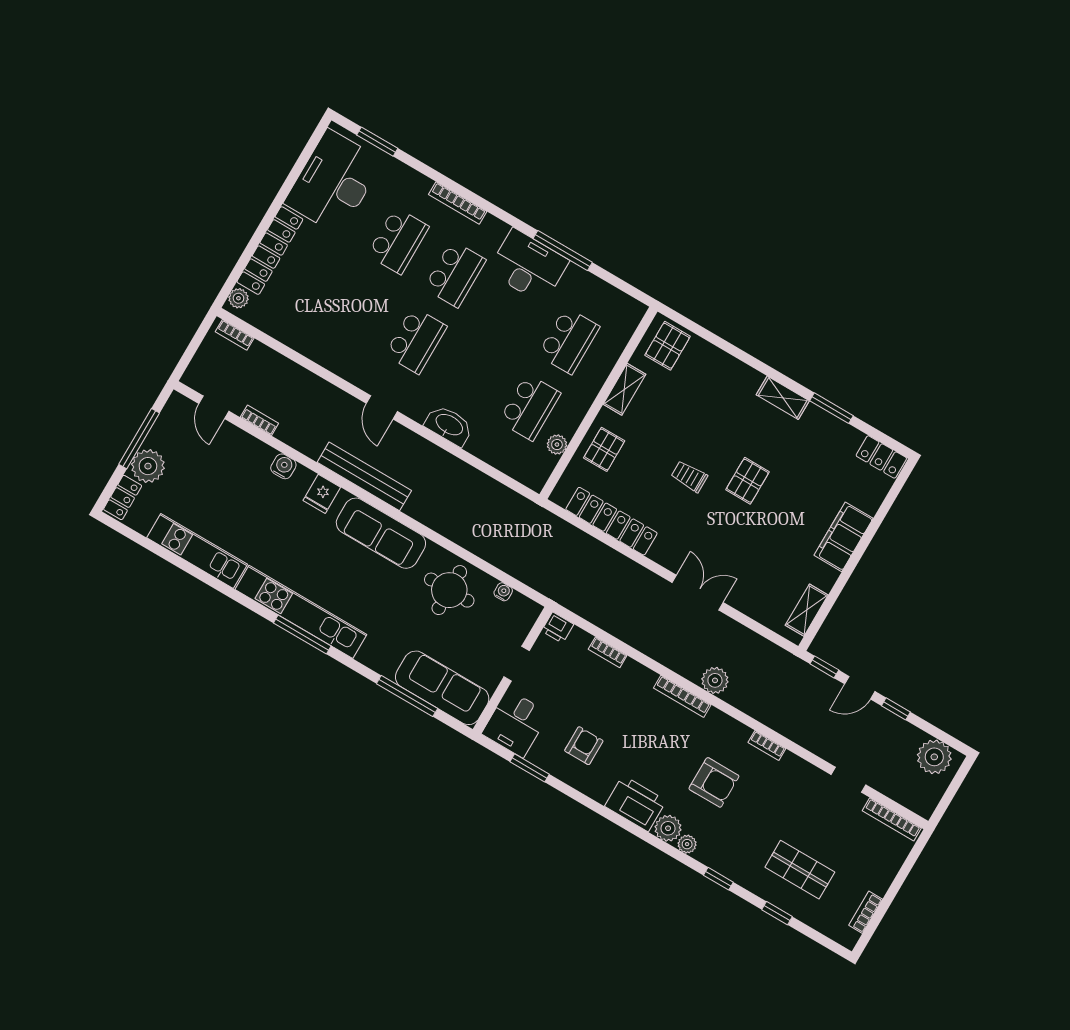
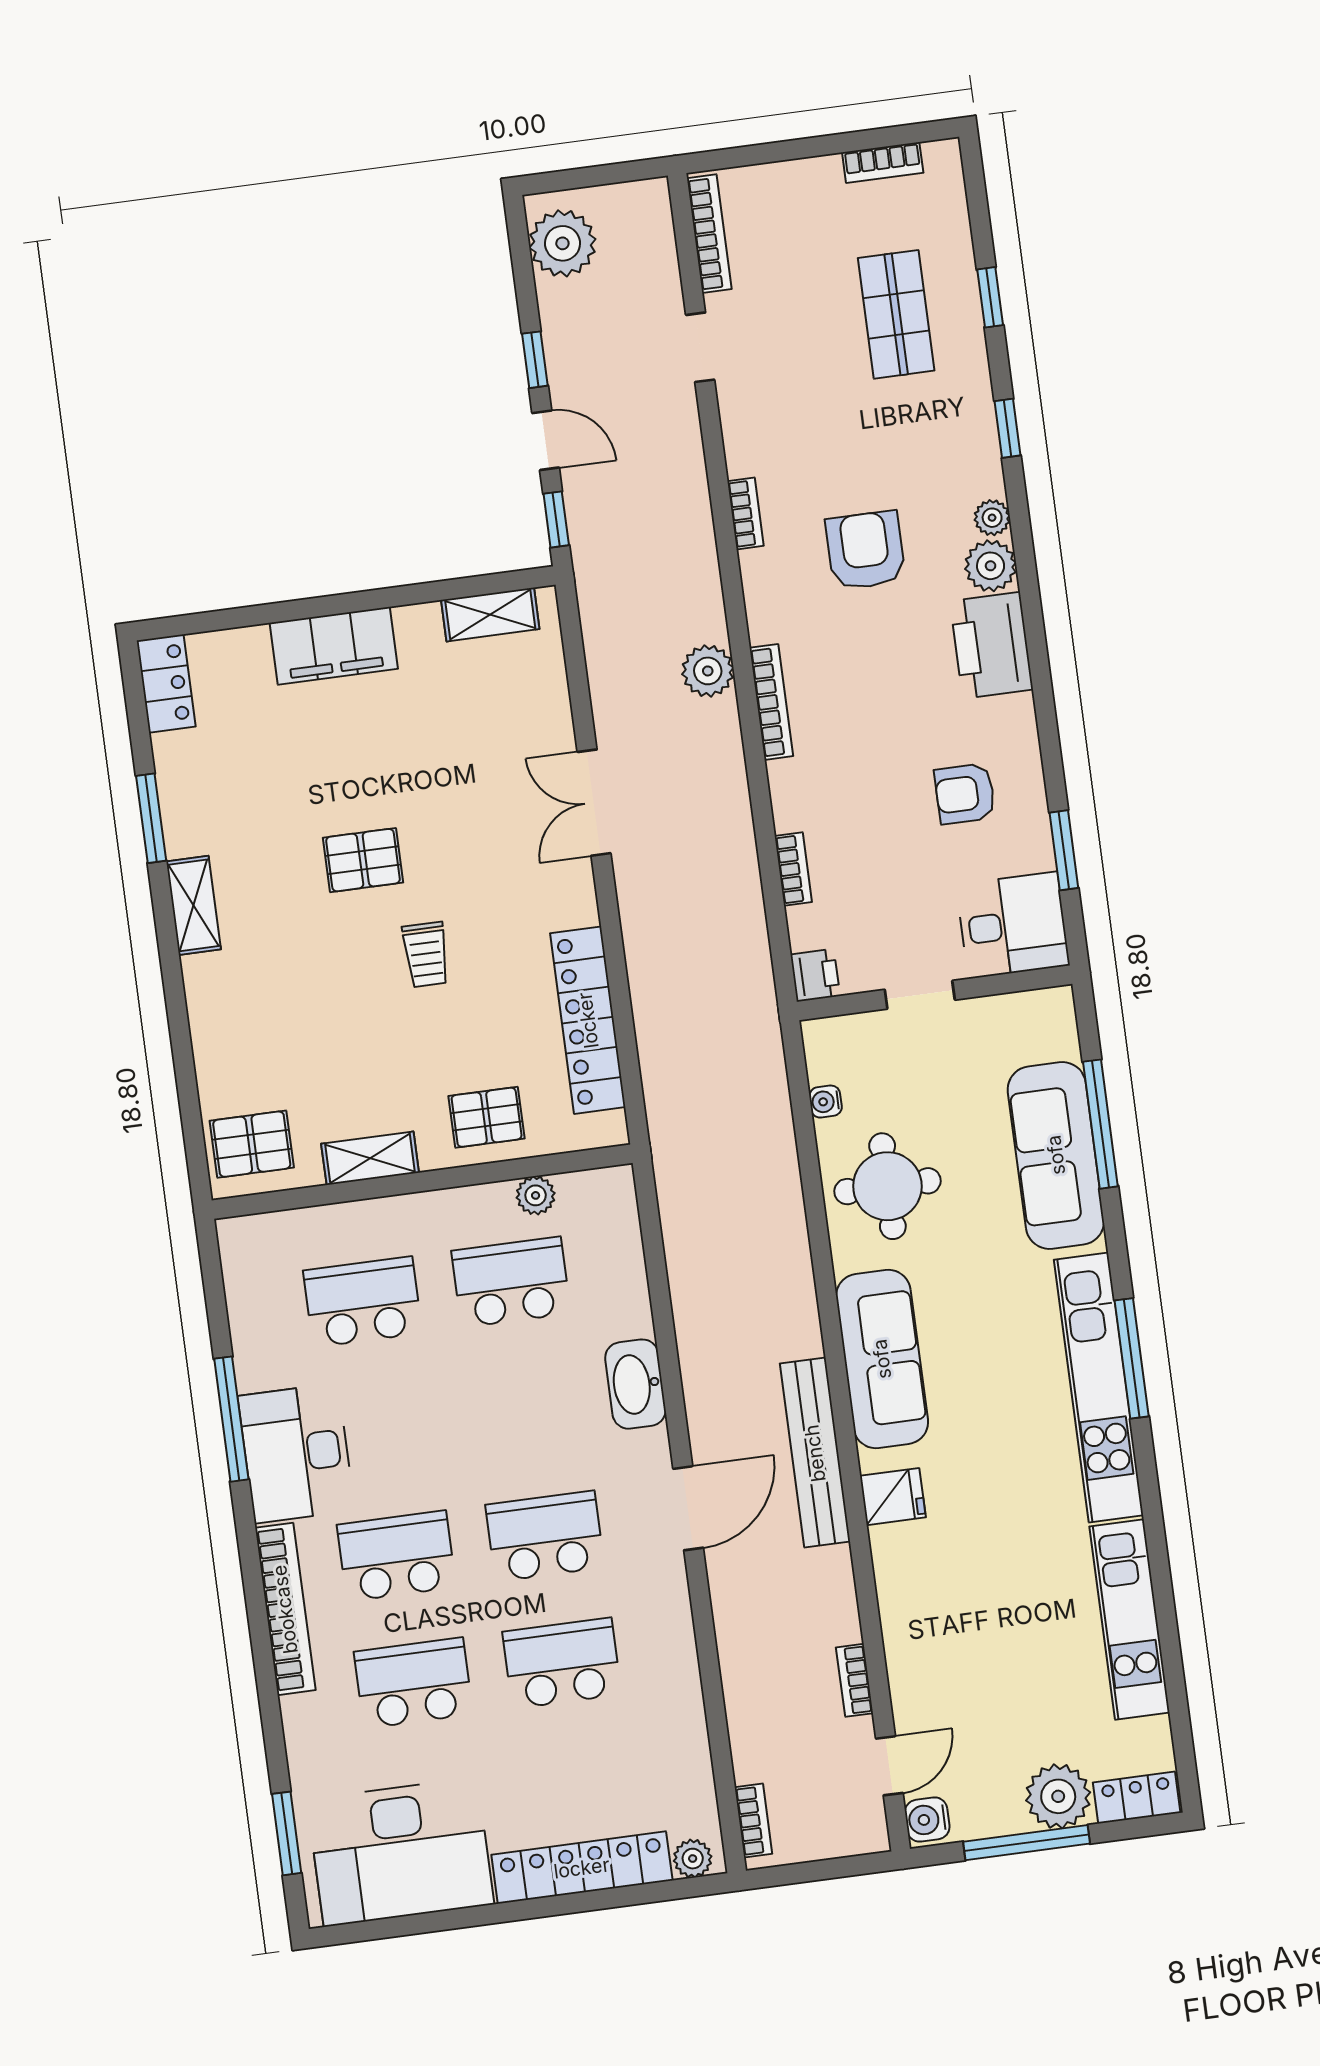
bookcase: (458, 203) -> (285, 1609), width x1.48, depth x1.31
school desk: (359, 307) -> (562, 1663), added
door: (382, 407) -> (688, 1508), width x1.38
water cooler: (283, 466) -> (927, 1820), moved
sofa: (442, 688) -> (1056, 1155), moved

